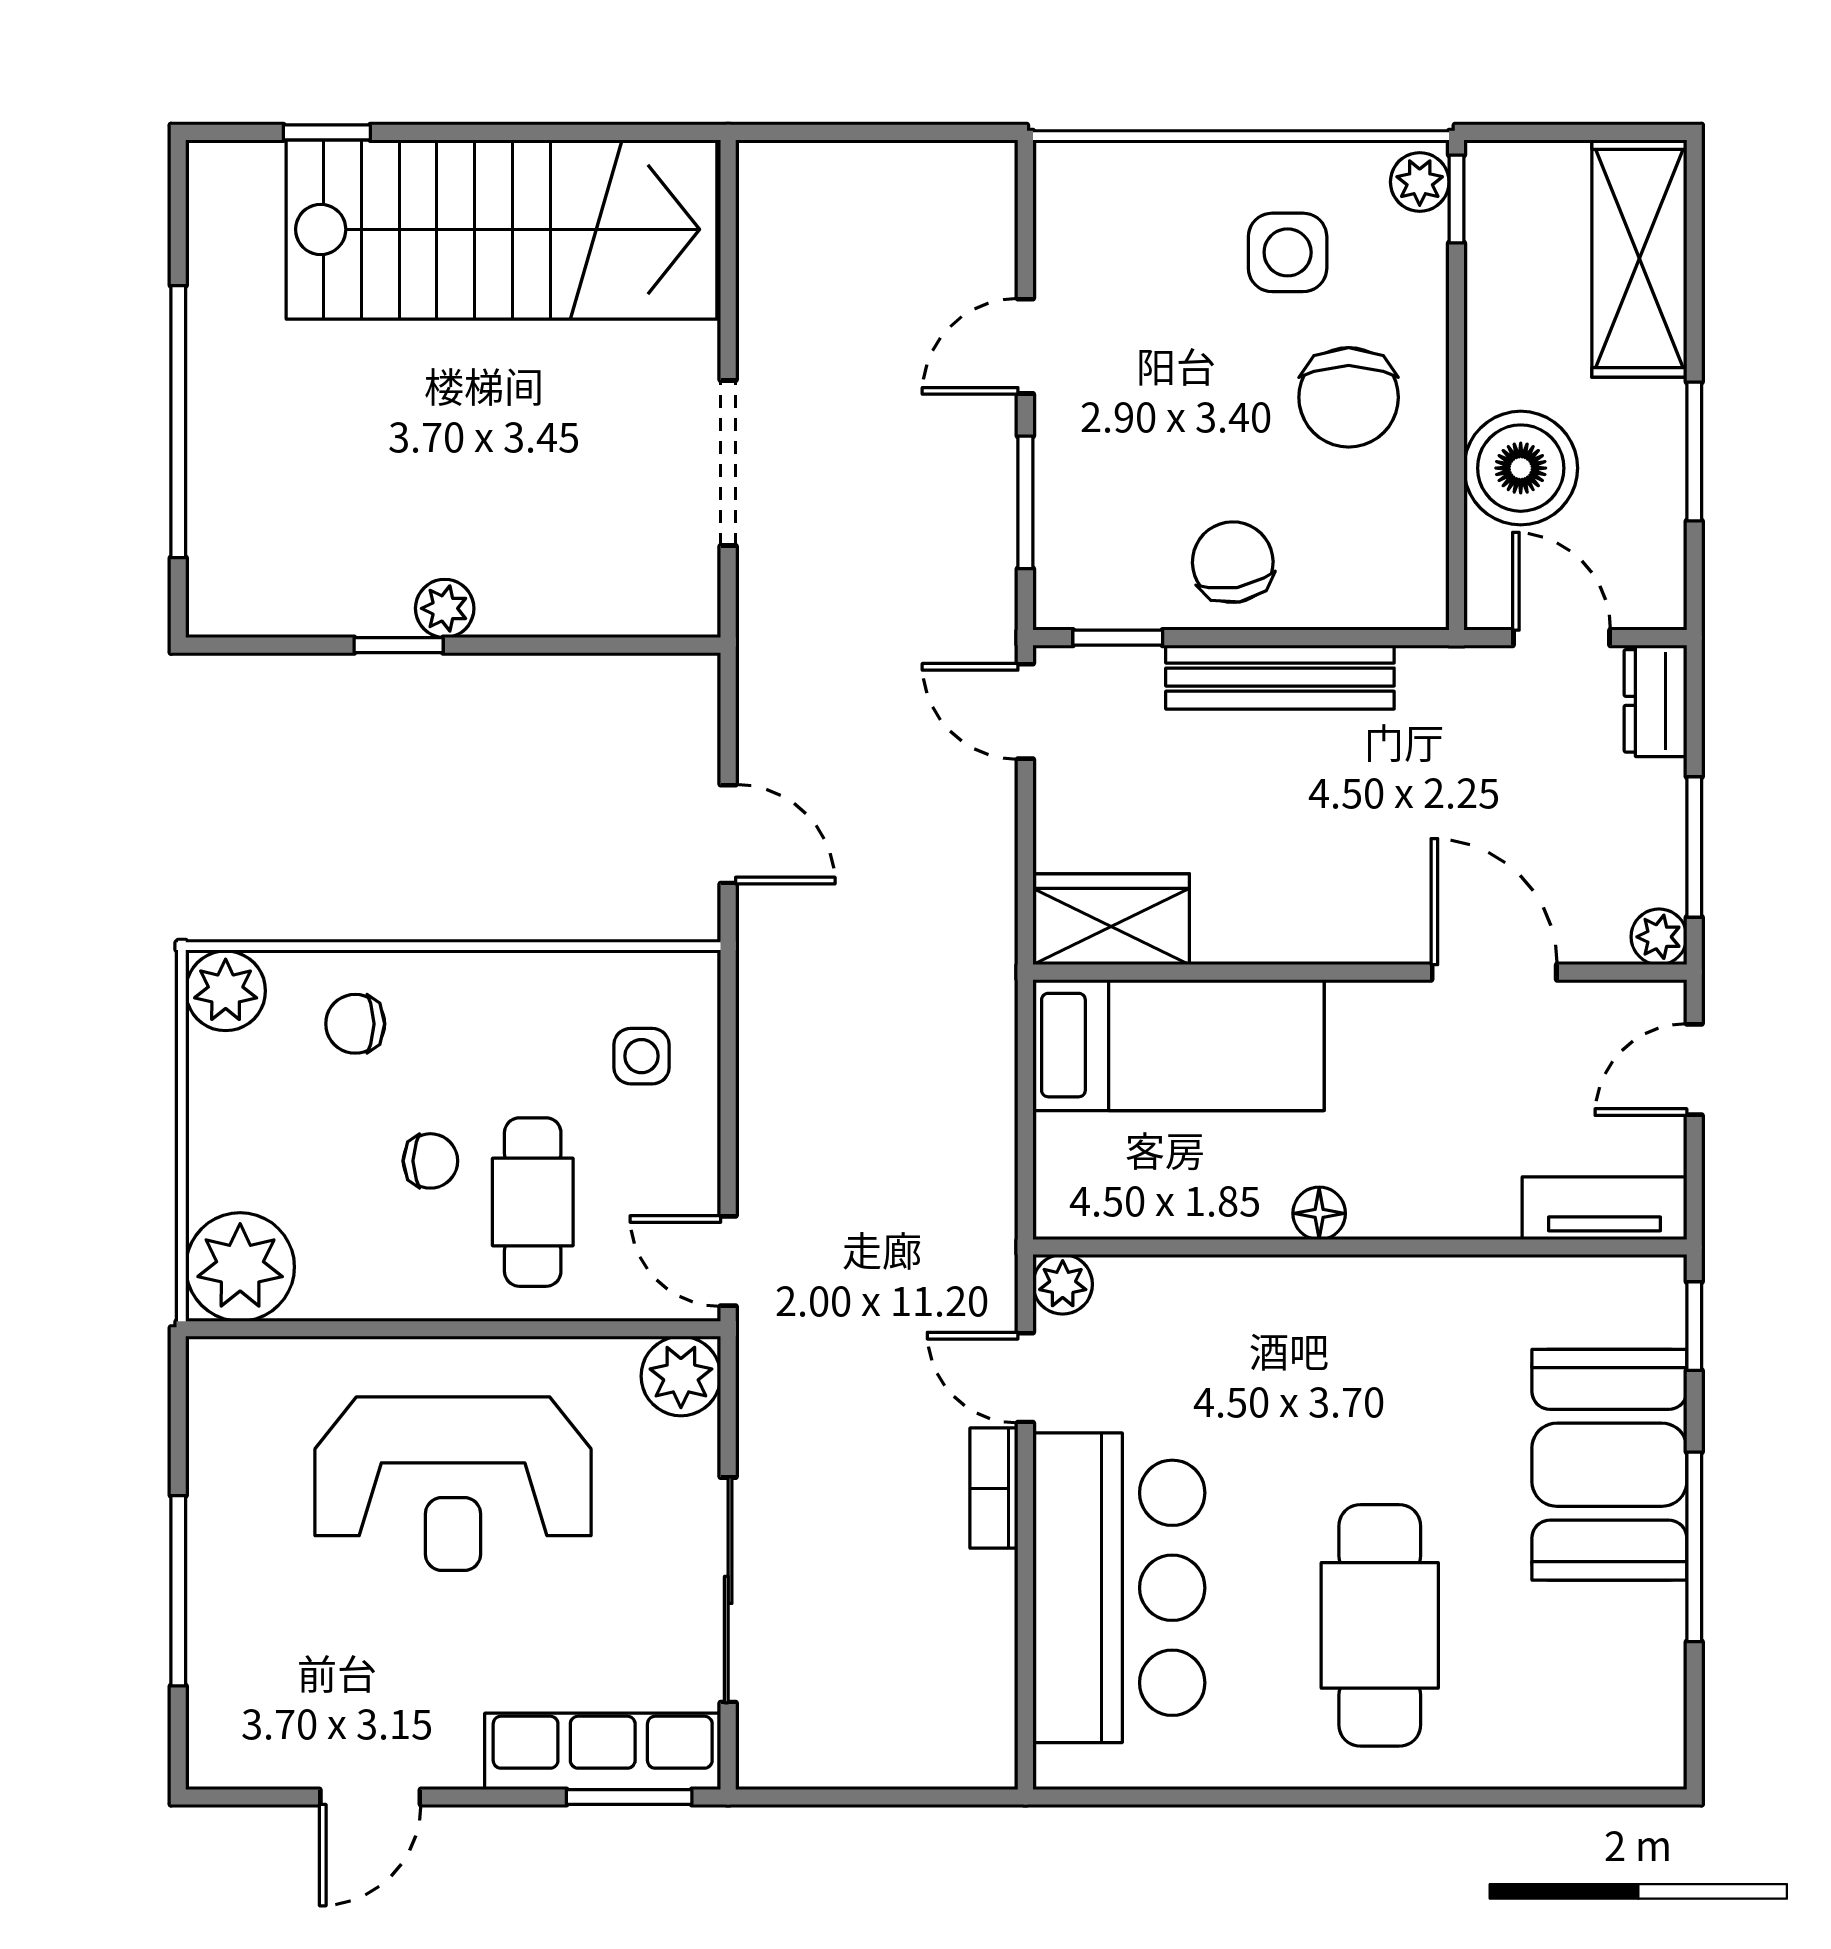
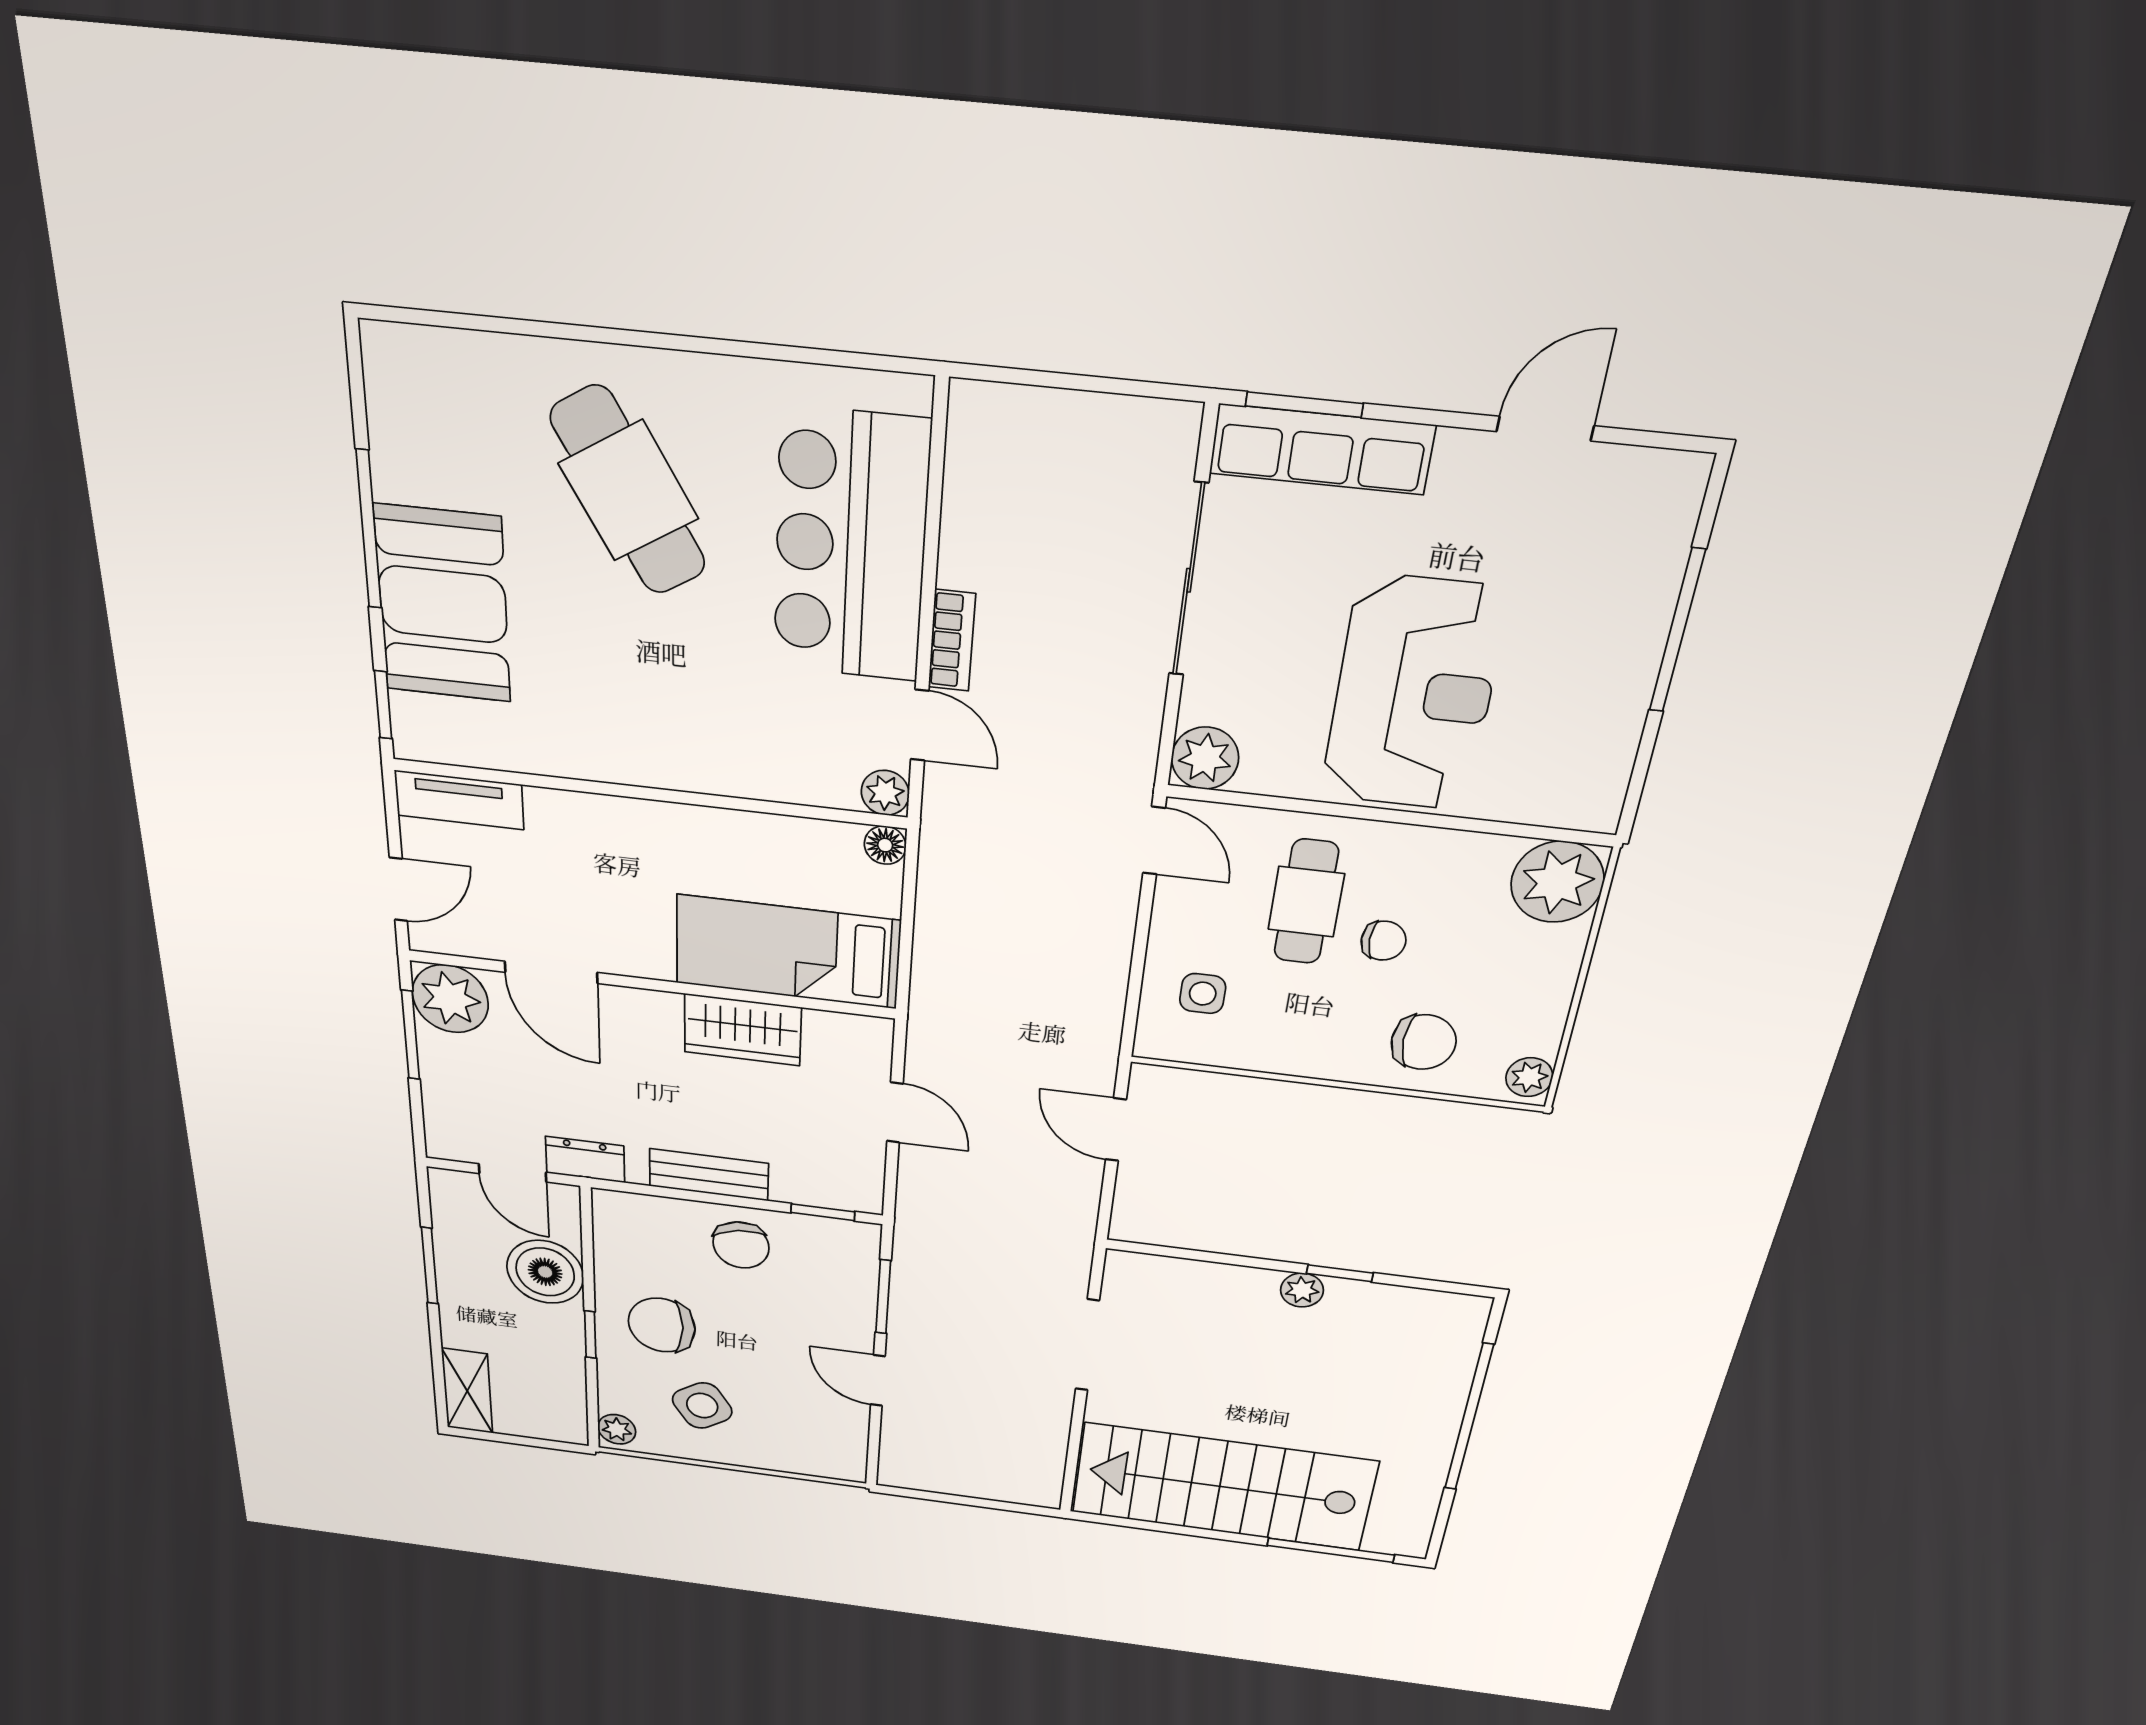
window: (327, 132) -> (1331, 1550), width x2.17
window: (1456, 199) -> (590, 1335), moved
side table: (1288, 252) -> (702, 1406), turned -33
shelving: (1639, 258) -> (467, 1391), width x0.67, depth x0.75
door: (1025, 346) -> (878, 1380), swing flipped
chair: (1349, 397) -> (662, 1325), turned -90
bench: (1280, 677) -> (709, 1175), width x0.73
dresser: (1655, 701) -> (585, 1160), moved, turned -90
door: (1025, 711) -> (895, 1112), moved
wardrobe: (1111, 919) -> (743, 1030), moved
plant: (1659, 937) -> (450, 999), width x1.87, depth x1.87
plant: (226, 991) -> (1529, 1077), width x0.73, depth x0.73
chair: (355, 1024) -> (1424, 1042), width x1.37, depth x1.37
chair: (430, 1161) -> (1384, 941), turned 180
floor lamp: (1319, 1213) -> (885, 845), moved
reception desk: (453, 1484) -> (1414, 694), turned 90
cafe table: (1380, 1625) -> (628, 491), turned -31

